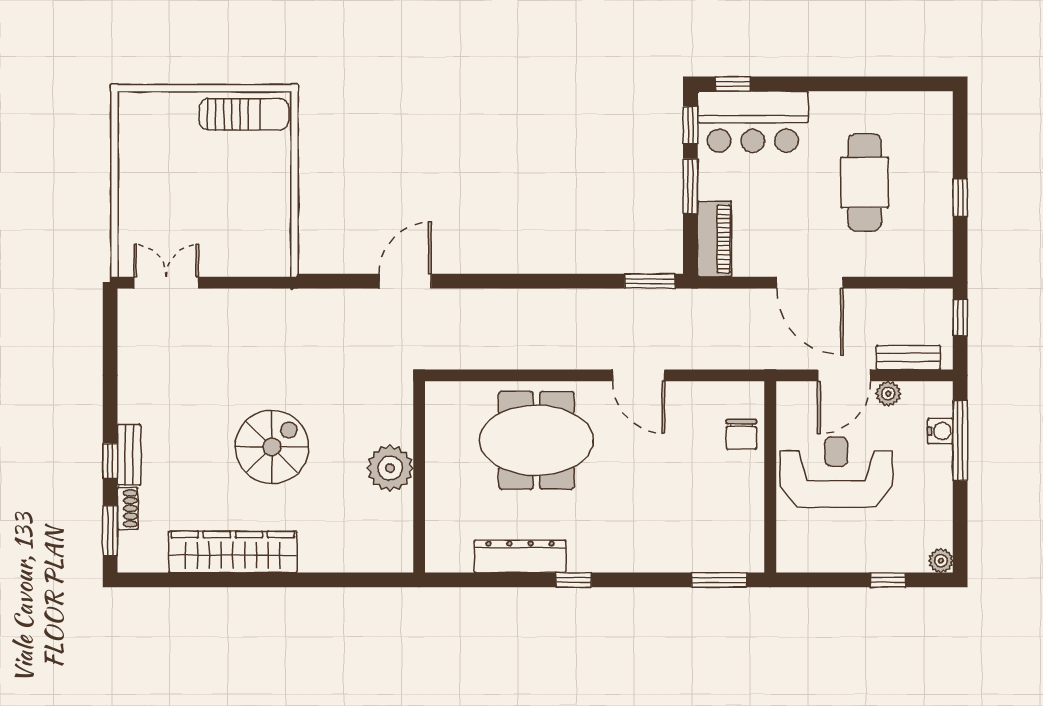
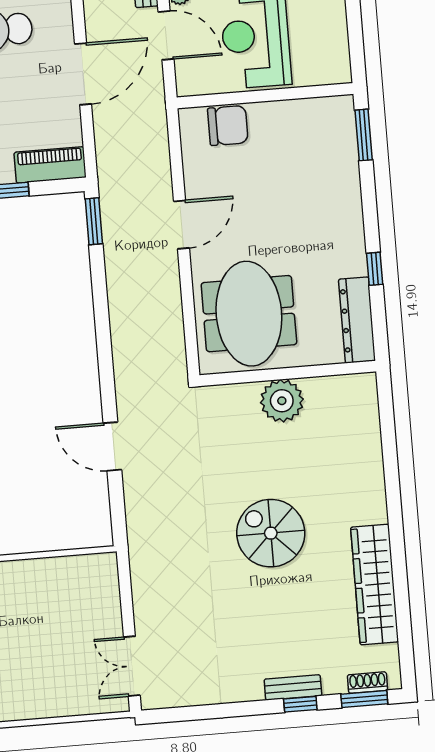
chair: (741, 434) -> (228, 125), width x1.37, depth x1.37
spiral stairs: (272, 447) -> (271, 533), moved
plant: (390, 468) -> (282, 401), moved
wall: (419, 477) -> (288, 373), moved
shoe rack: (128, 508) -> (368, 683), moved

